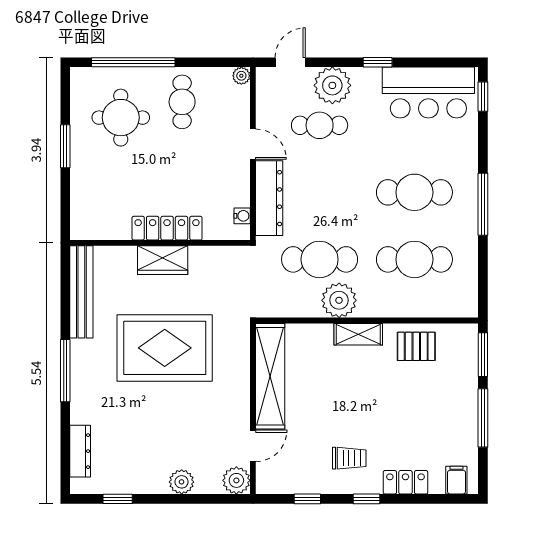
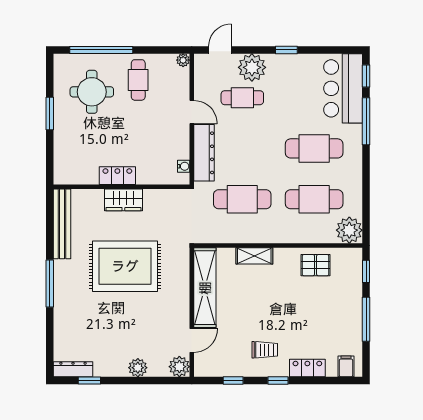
bar counter: (428, 93) -> (343, 88), moved, turned 90
window: (483, 204) -> (366, 121), moved
locker: (167, 228) -> (117, 176), width x0.66
plant: (339, 300) -> (349, 230), moved
shelving: (358, 334) -> (254, 256), moved
window: (483, 355) -> (366, 271), width x0.67
dresser: (80, 451) -> (73, 369), moved, turned -90

